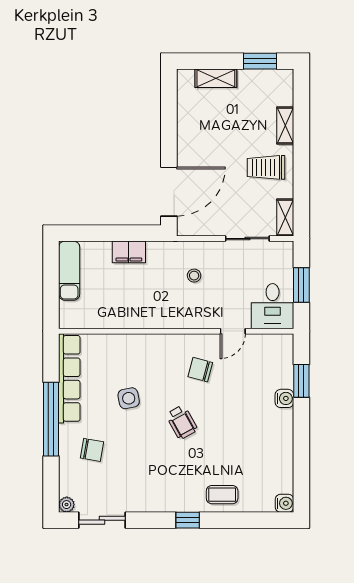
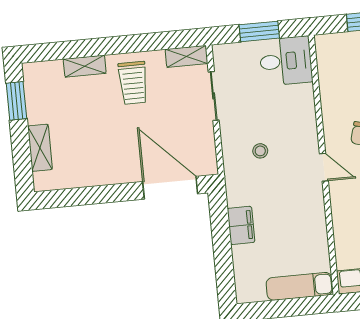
exam couch: (69, 271) -> (300, 286), moved
door: (233, 331) -> (324, 167), moved

